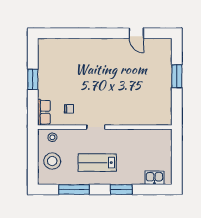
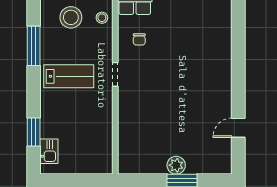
plant: (165, 81) -> (176, 165), added
lab bench: (97, 163) -> (69, 76), turned 90
window: (121, 189) -> (34, 132), moved

